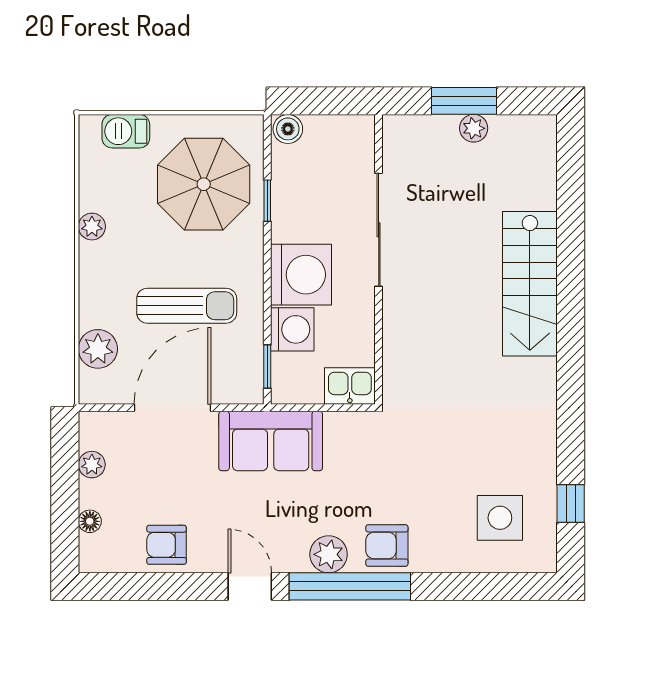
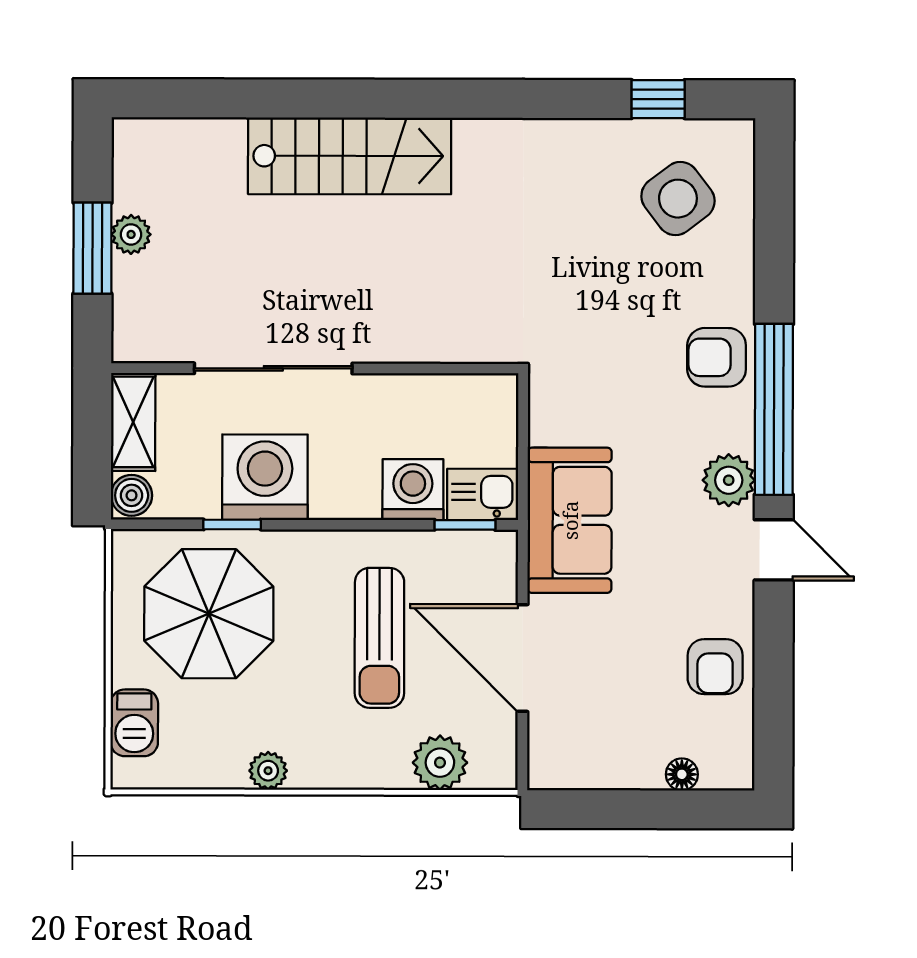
shelving: (340, 130) -> (133, 422), added
washing machine: (301, 275) -> (265, 477), moved
sun lounger: (187, 306) -> (379, 638), turned 180
kitchen sink: (350, 386) -> (483, 494), moved, turned 90
plant: (92, 465) -> (602, 771), removed
side table: (500, 518) -> (678, 199), turned -37
armchair: (387, 545) -> (717, 357), turned 90
plant: (329, 554) -> (729, 480), moved
door: (250, 586) -> (774, 550), swing flipped

